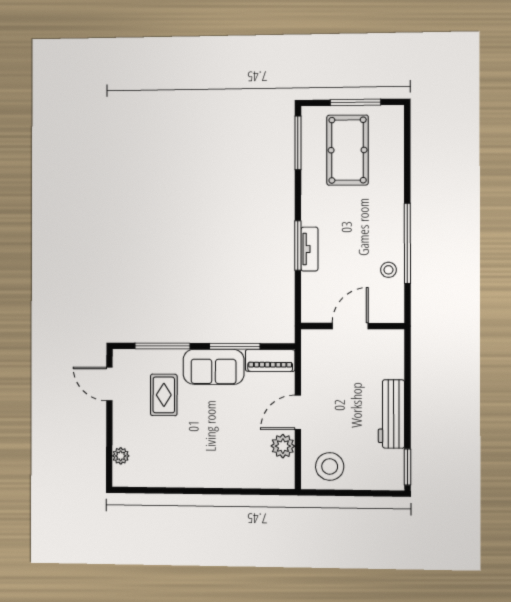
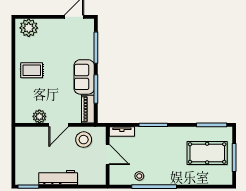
tv unit: (309, 249) -> (122, 131), moved
rug: (164, 395) -> (32, 70), moved
door: (298, 412) -> (59, 125), swing flipped
plant: (121, 456) -> (29, 28), width x1.87, depth x1.87
stool: (330, 466) -> (84, 140), moved

